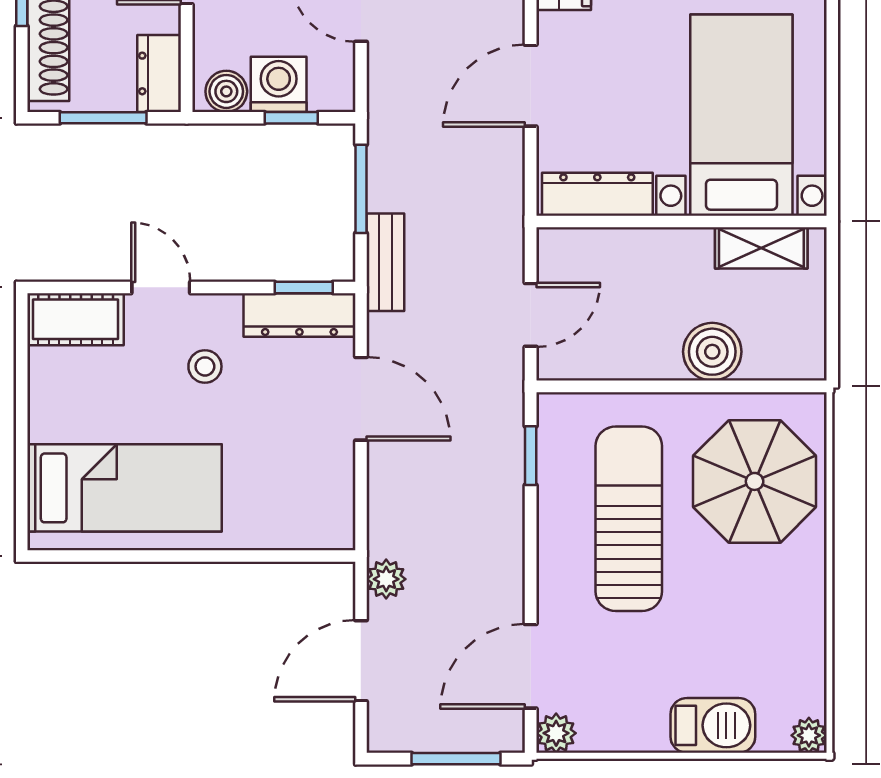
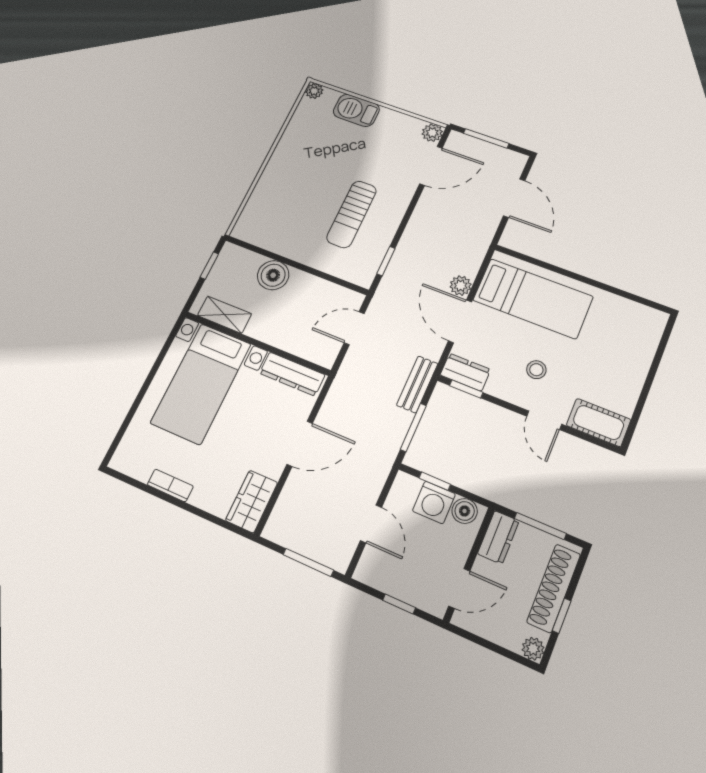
dresser: (299, 315) -> (465, 372), width x0.70
window: (832, 324) -> (209, 266), added
parasol: (755, 481) -> (283, 208), removed
bed: (125, 488) -> (533, 298), moved, turned 180
sun lounger: (629, 519) -> (352, 214), width x0.73, depth x0.75
plant: (386, 579) -> (461, 286), moved
door: (361, 661) -> (514, 198), hinge flipped

